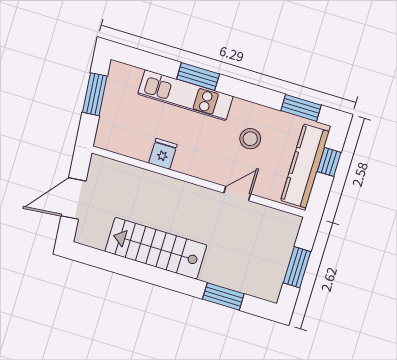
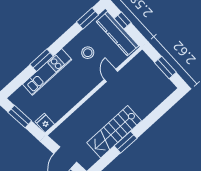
fridge: (163, 154) -> (45, 123), moved
window: (223, 296) -> (126, 142), moved

